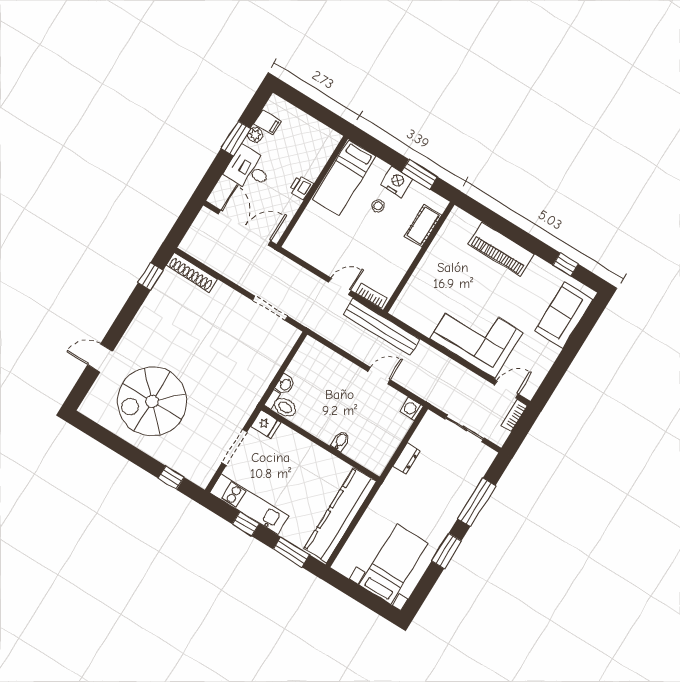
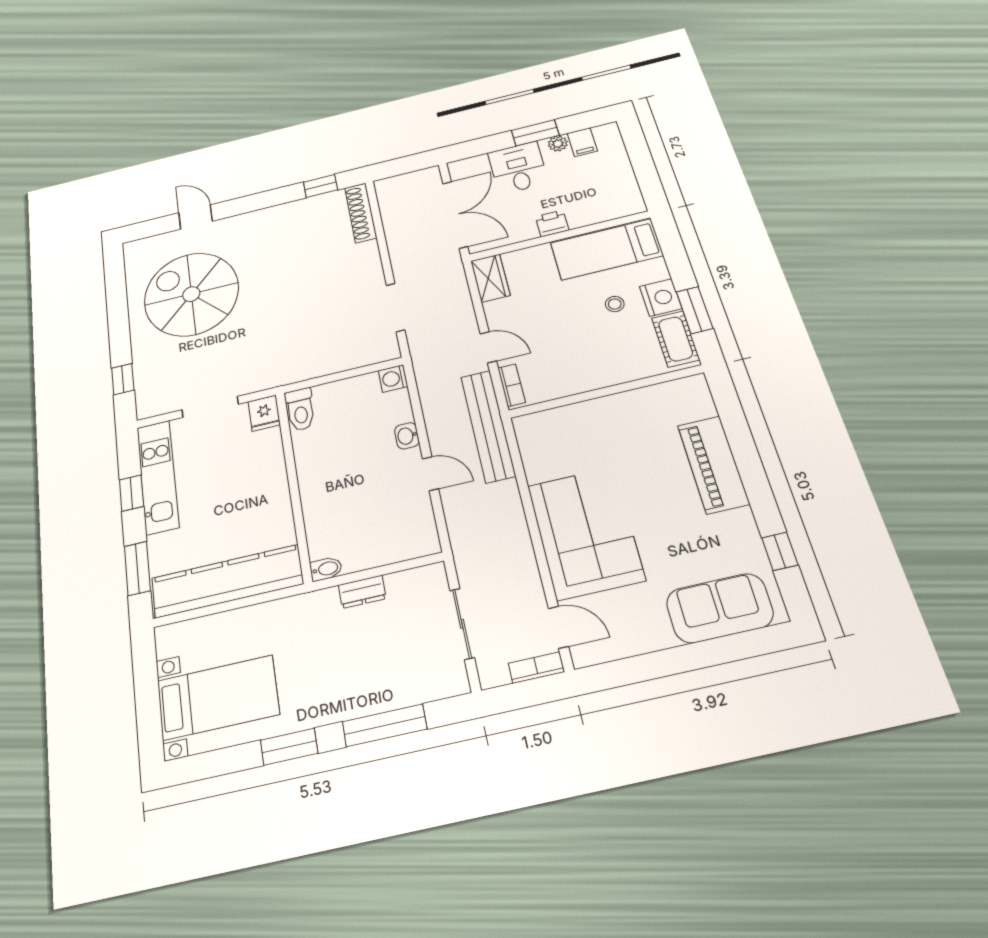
cot: (423, 226) -> (676, 339), moved, turned 90
wardrobe: (302, 248) -> (490, 278), added
washbasin: (285, 384) -> (407, 436), moved, turned 90
washing machine: (411, 409) -> (393, 378), moved, turned -90
bidet: (340, 441) -> (326, 569), moved

